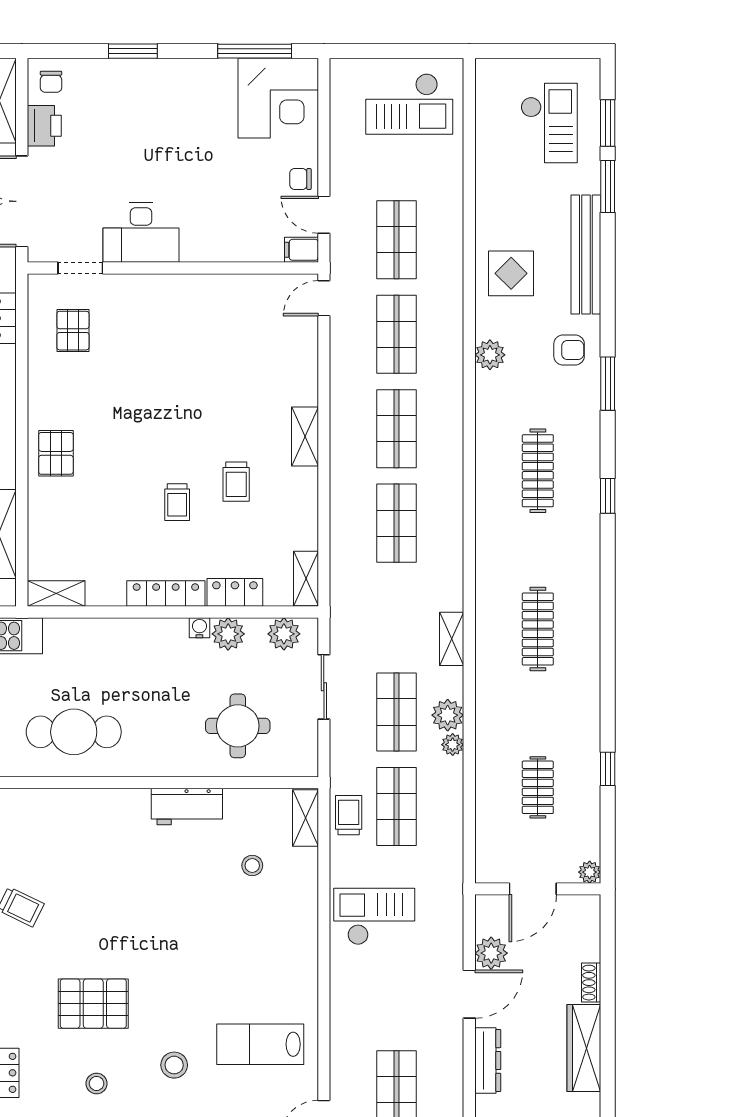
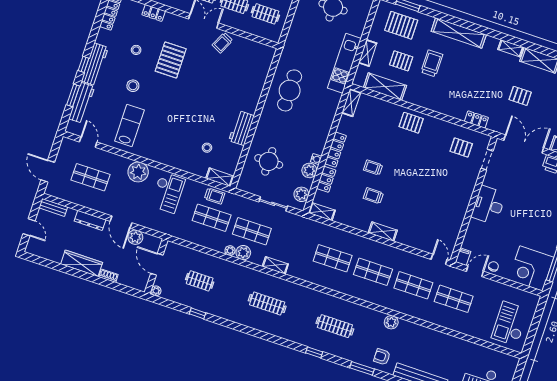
desk: (141, 233) -> (488, 205), moved
display table: (511, 273) -> (423, 343), removed
armchair: (569, 350) -> (382, 357), turned 90
plant: (352, 993) -> (138, 172), added

